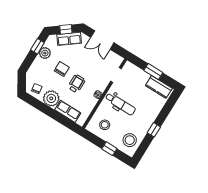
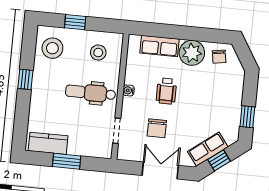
plant: (45, 53) -> (232, 112), removed
chair: (62, 69) -> (157, 128), moved

